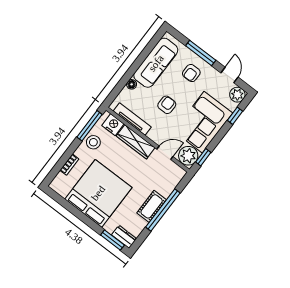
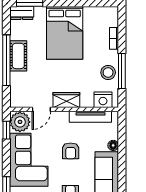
window: (90, 126) -> (122, 71), moved
wardrobe: (136, 142) -> (66, 100), width x0.67
bed: (98, 193) -> (65, 33), width x0.73

